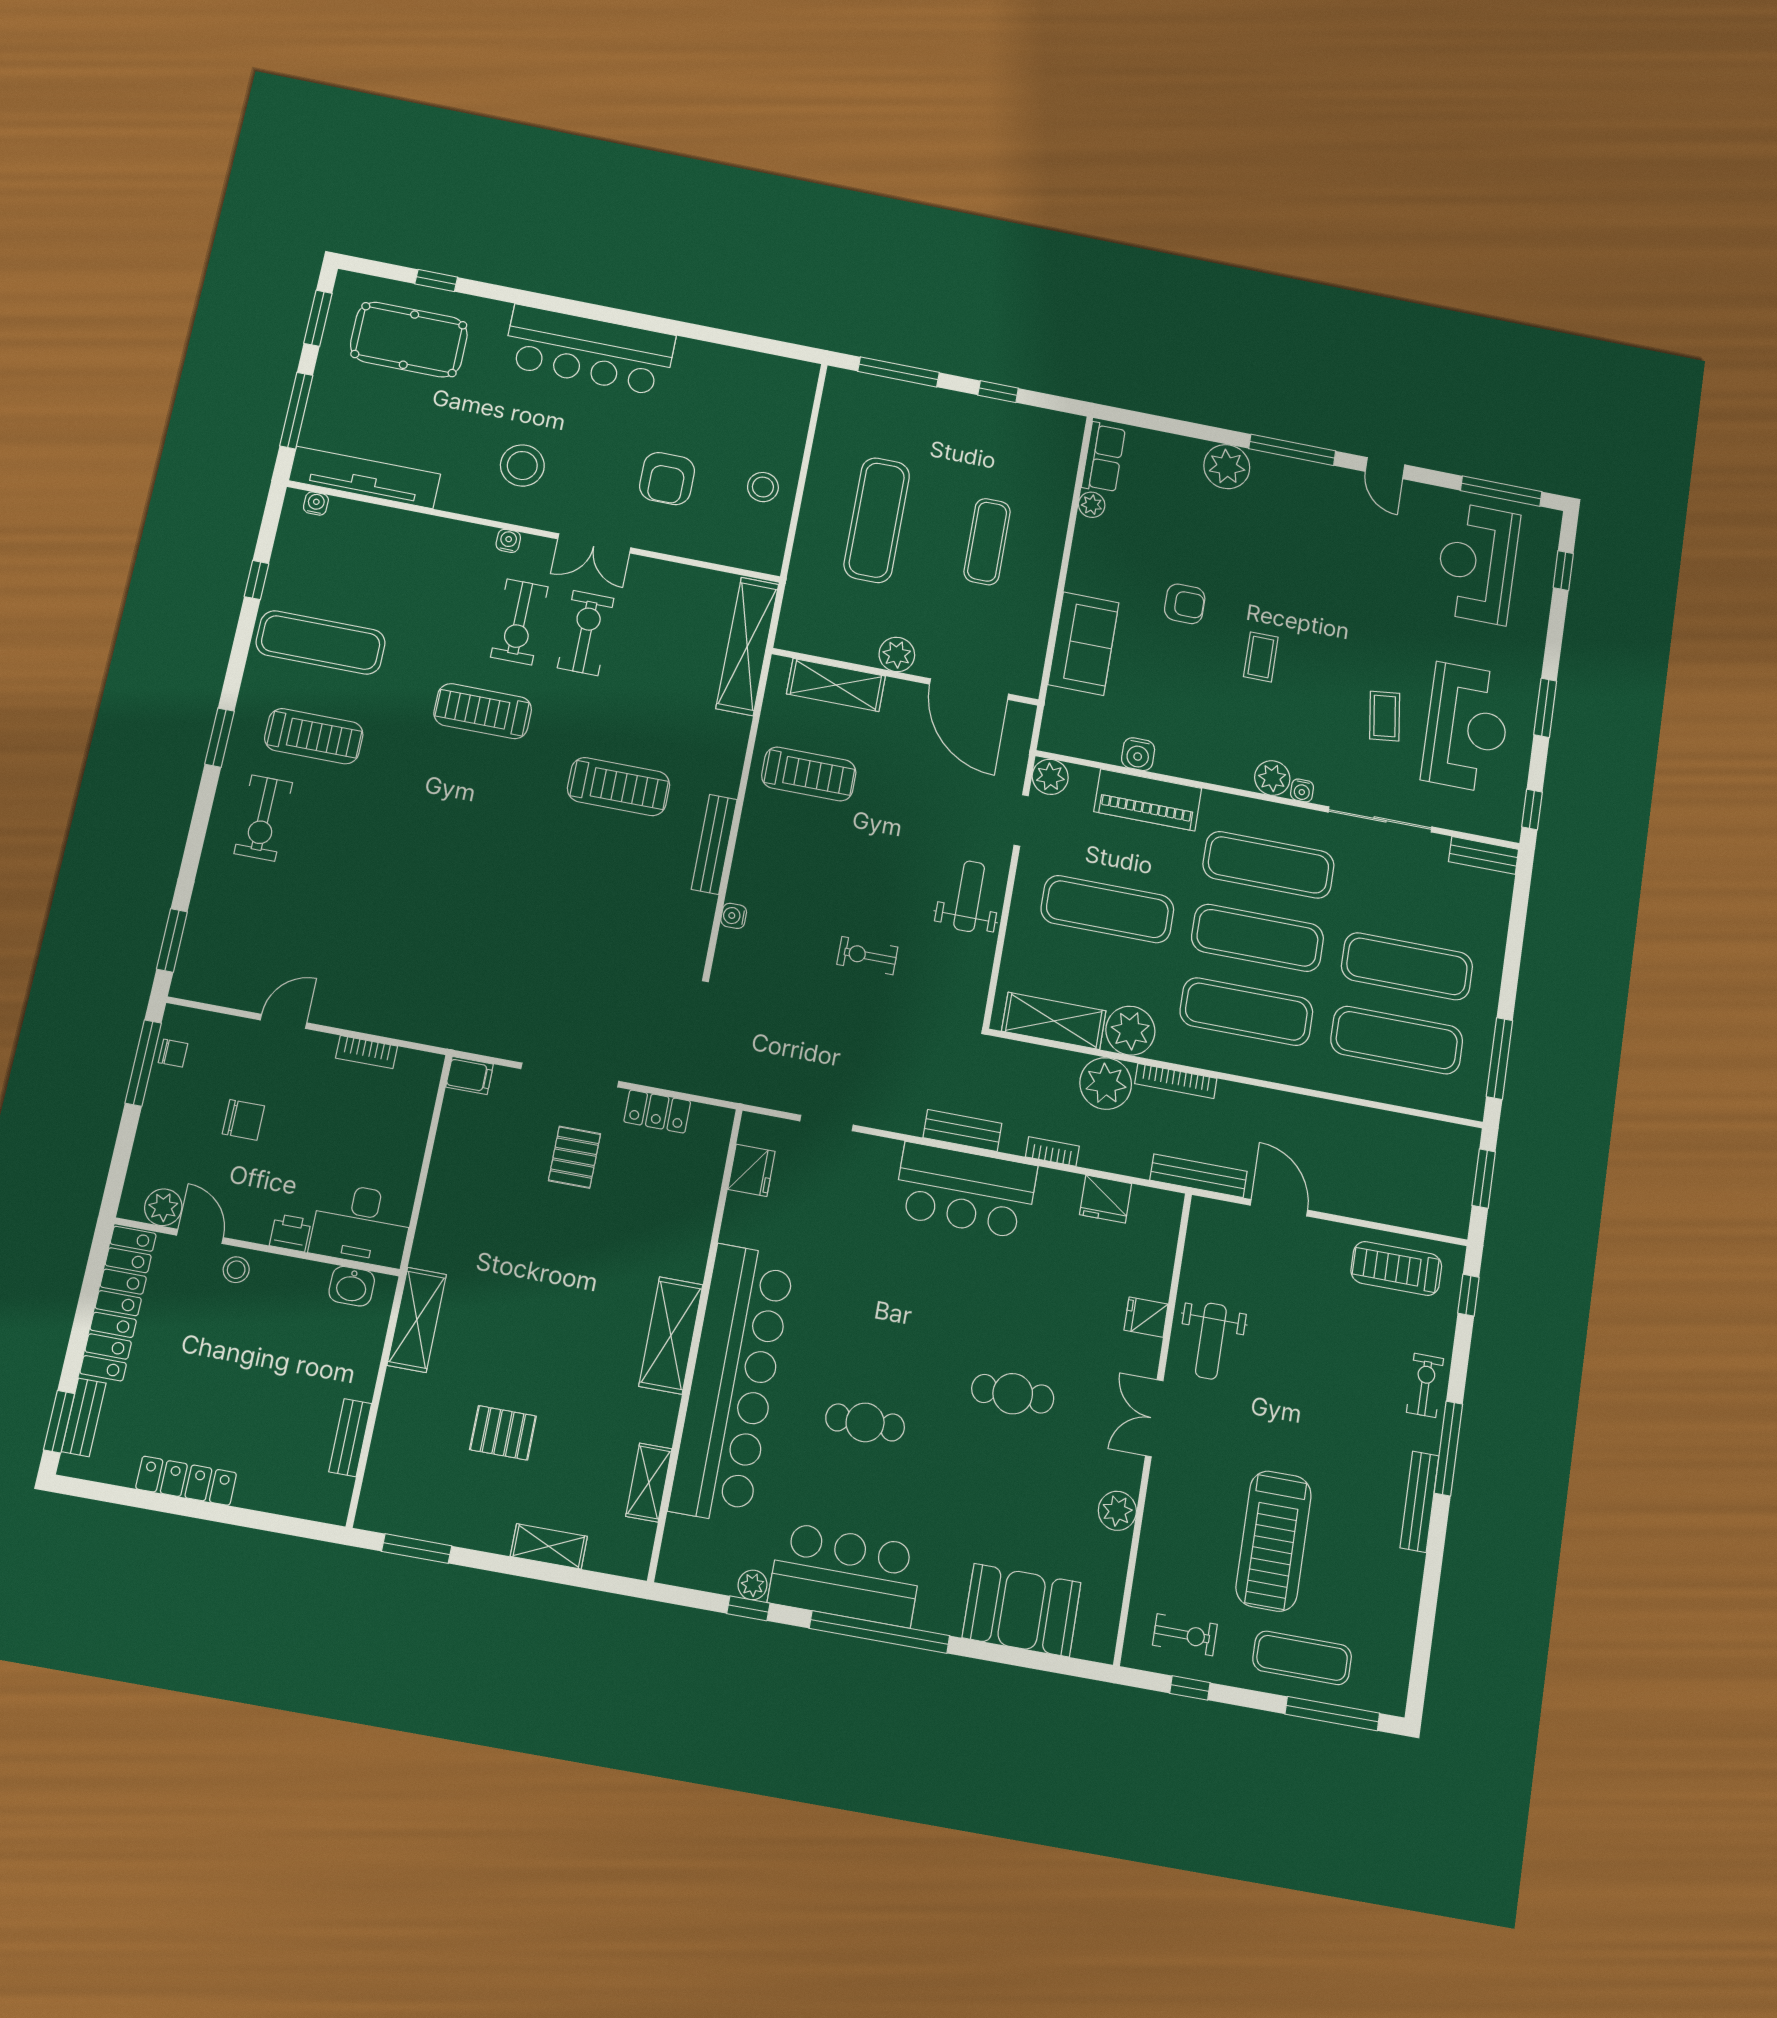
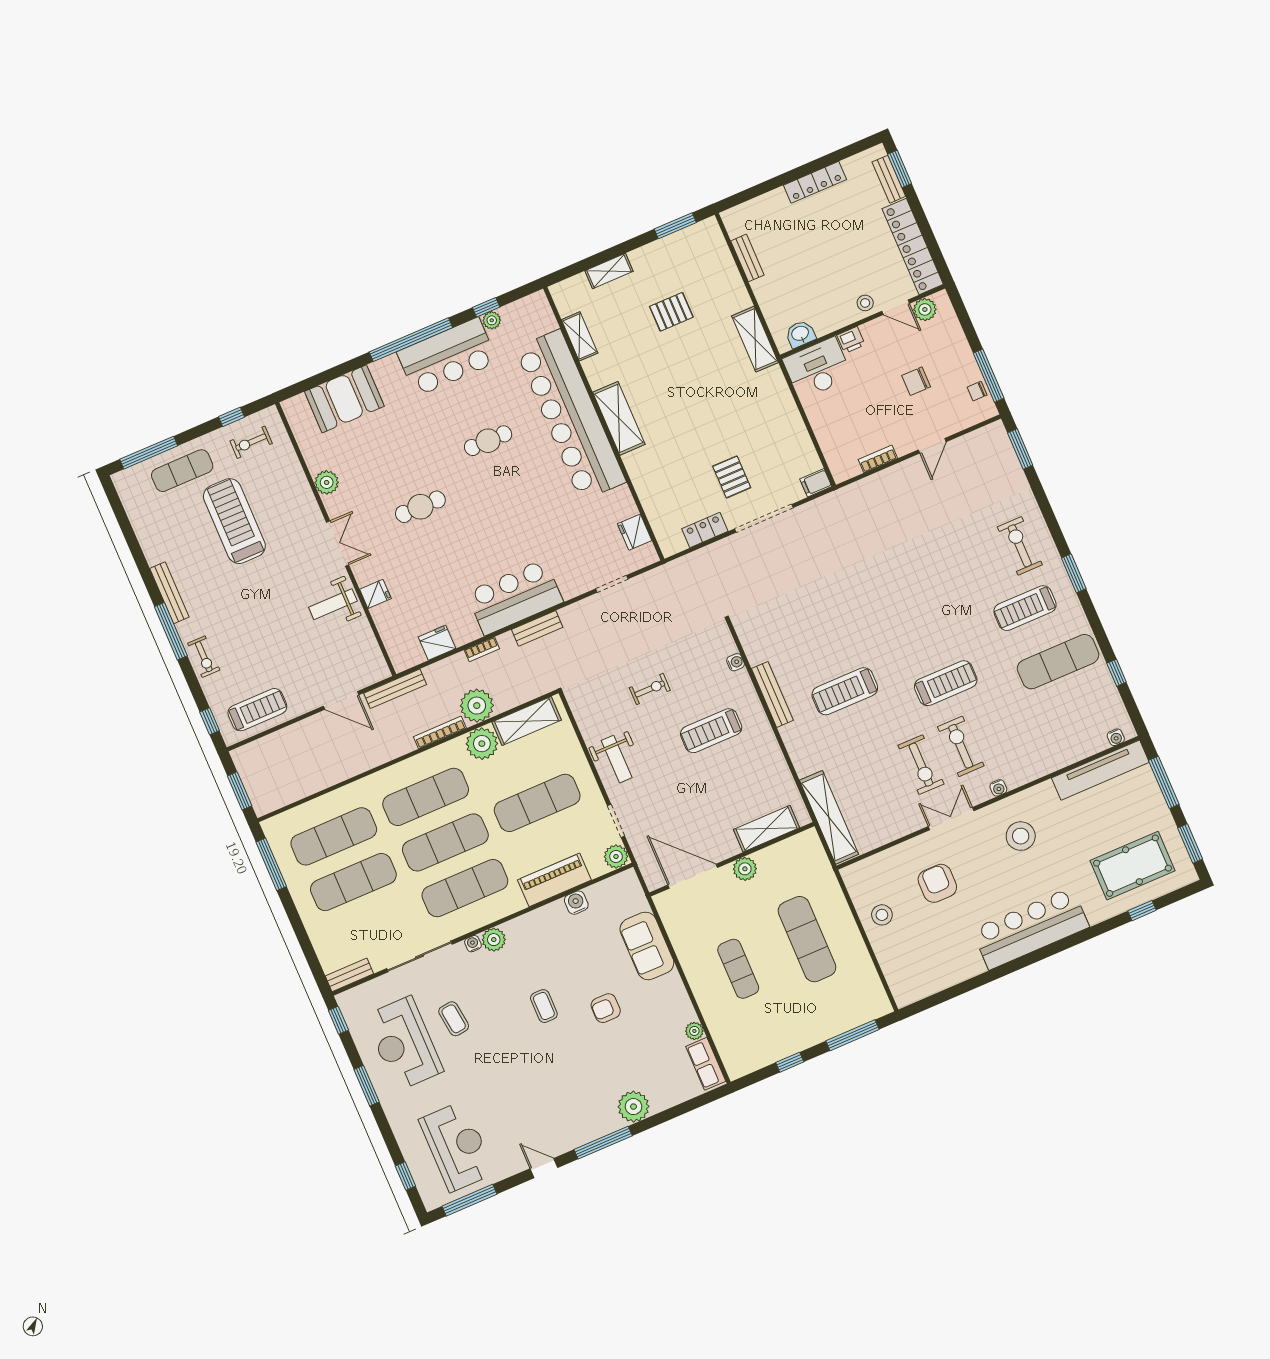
treadmill: (809, 774) -> (711, 731), moved
weight bench: (1211, 1341) -> (333, 604), turned -90

